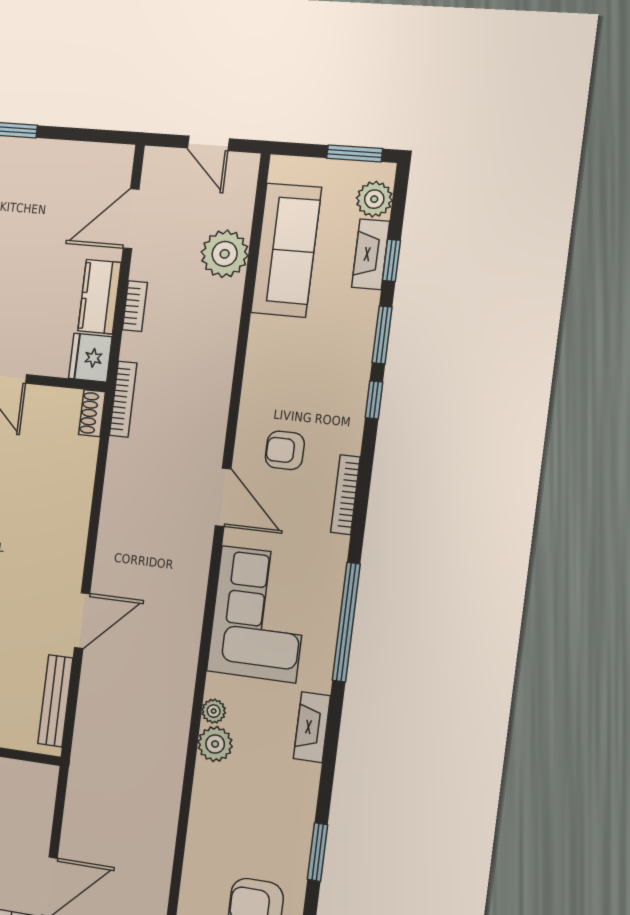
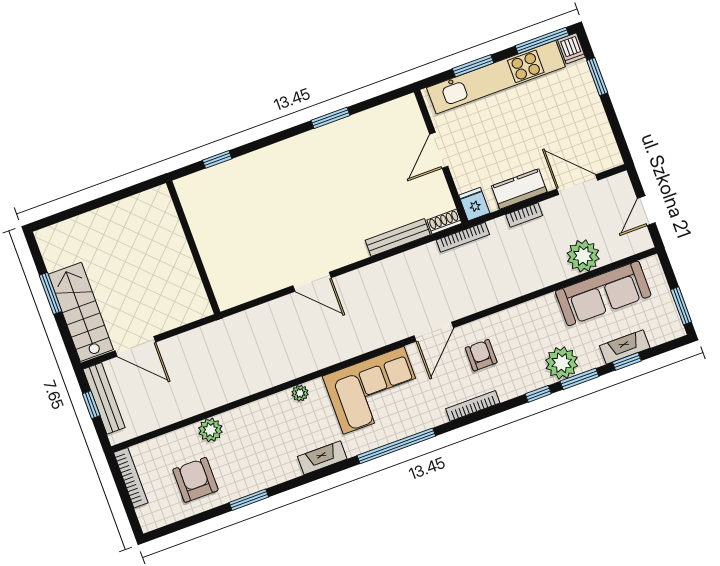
plant: (374, 199) -> (562, 363), moved, width x1.36, depth x1.36
fridge: (90, 358) -> (474, 204), width x0.72
bench: (55, 701) -> (398, 237), moved
plant: (215, 744) -> (210, 430), moved

